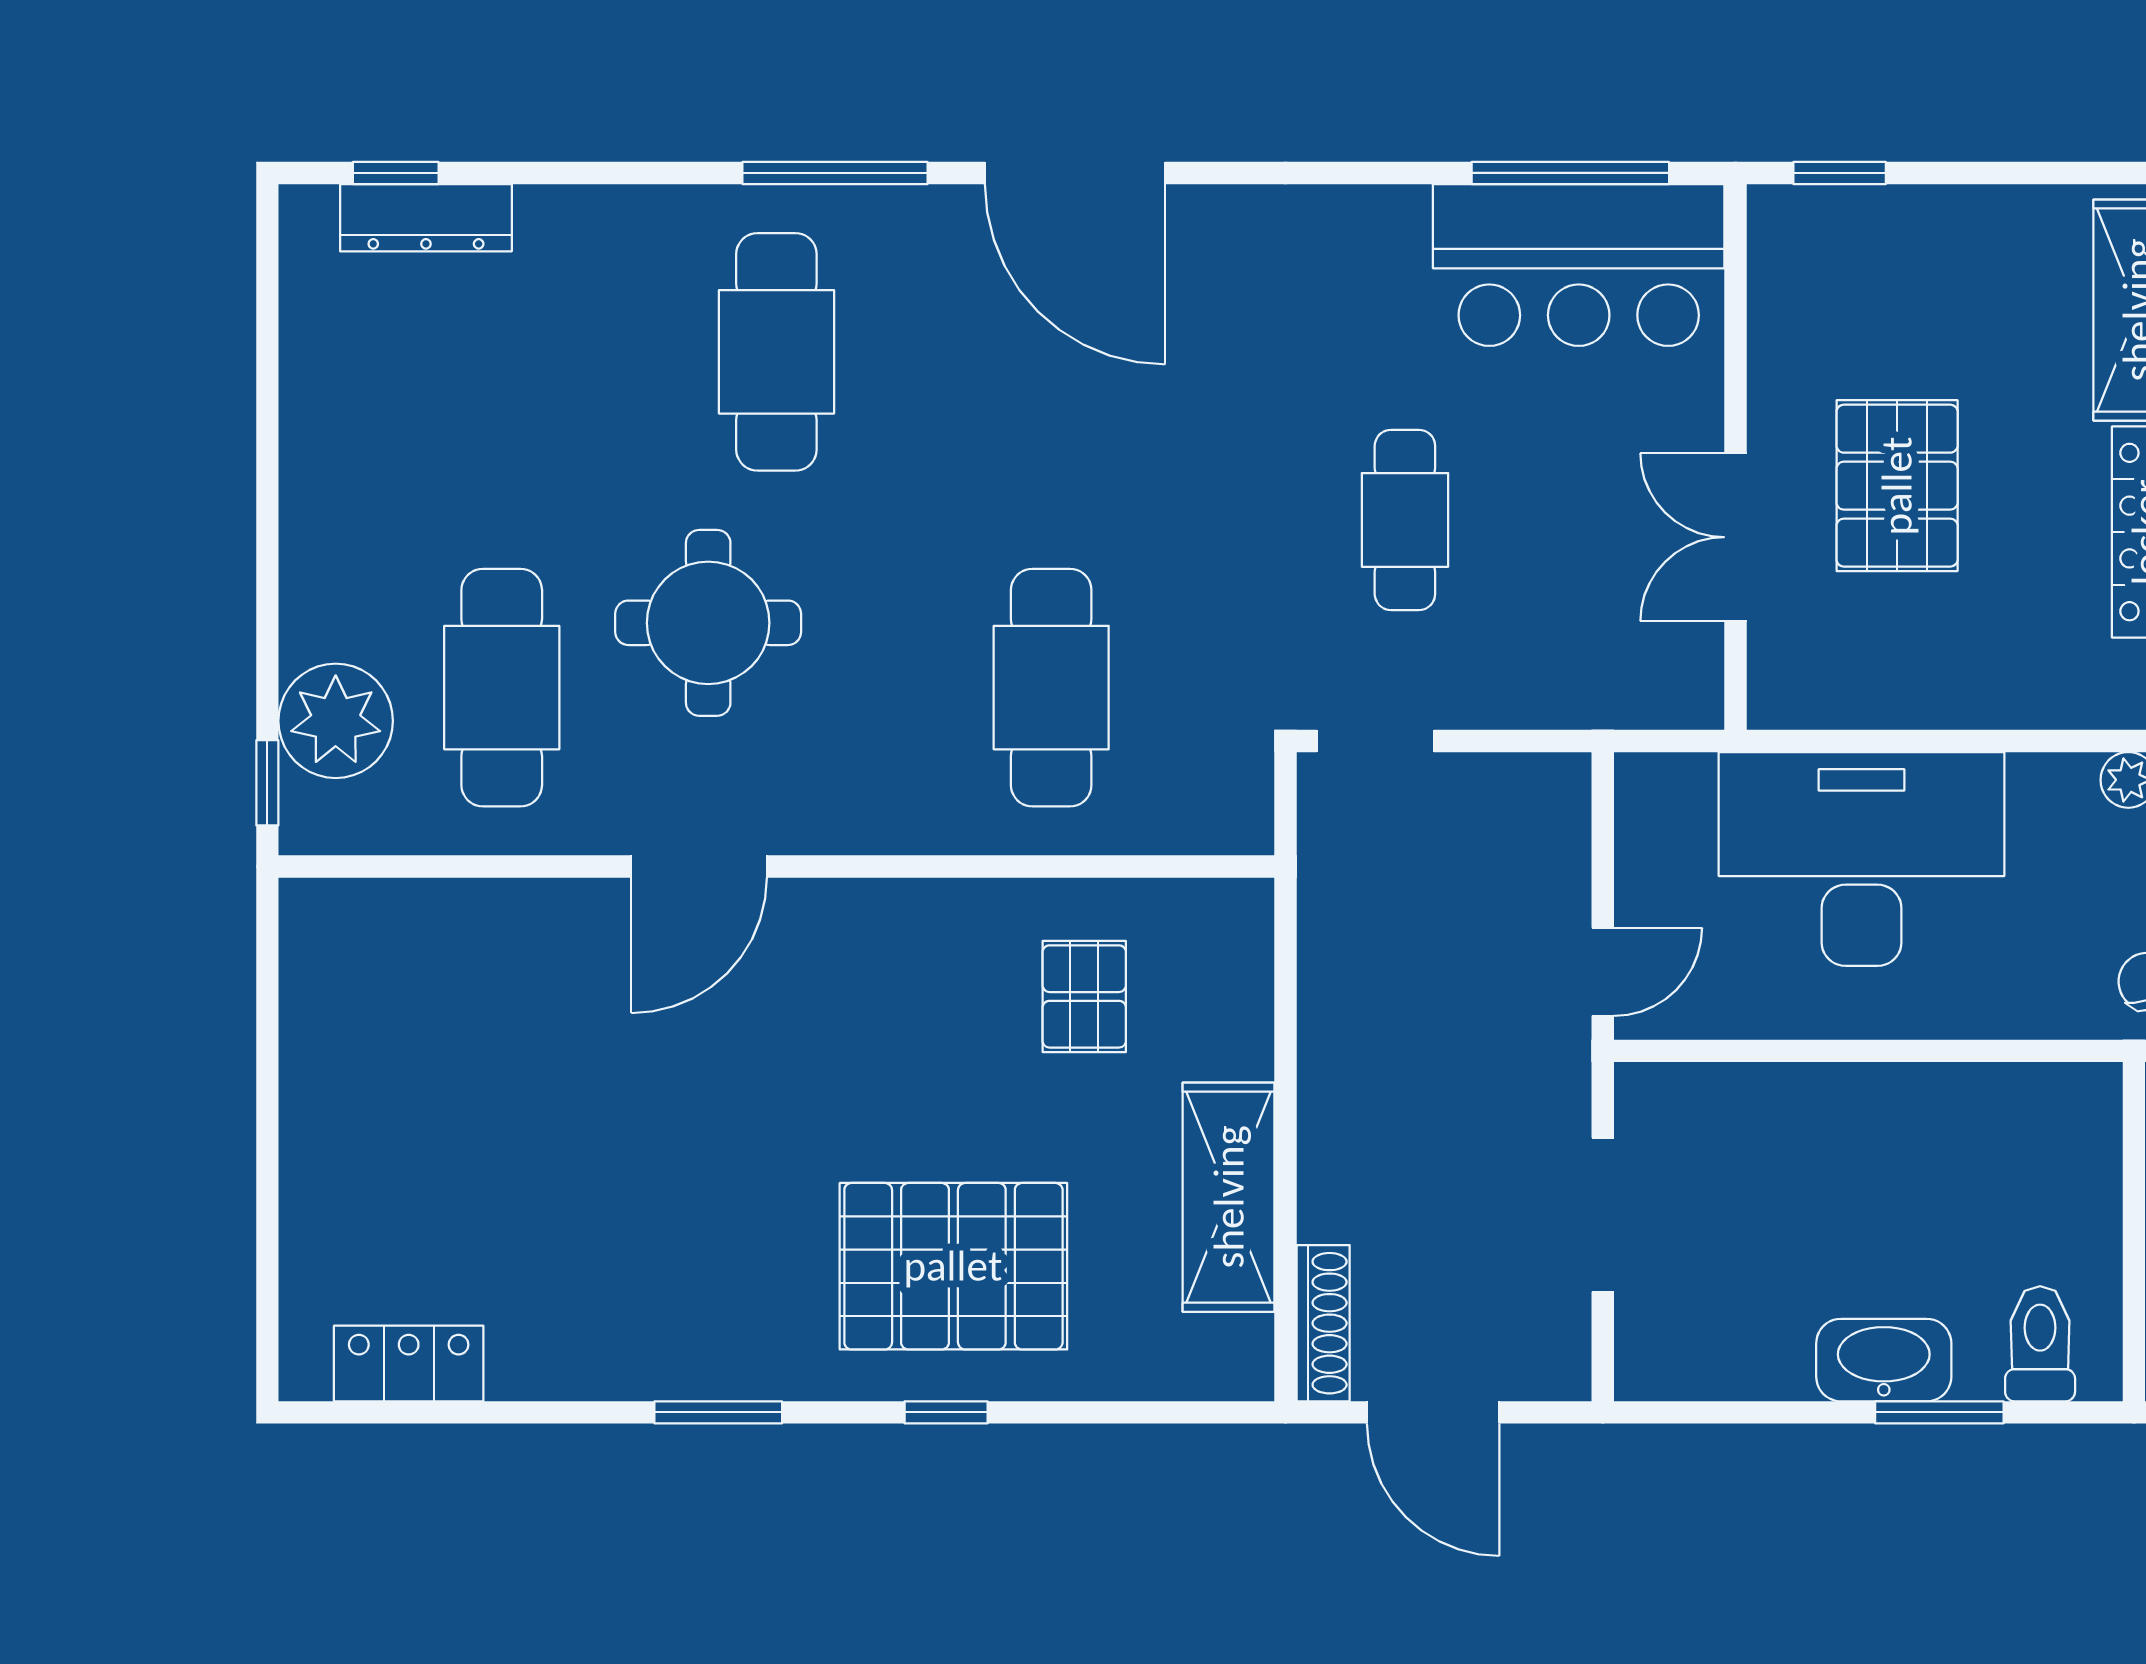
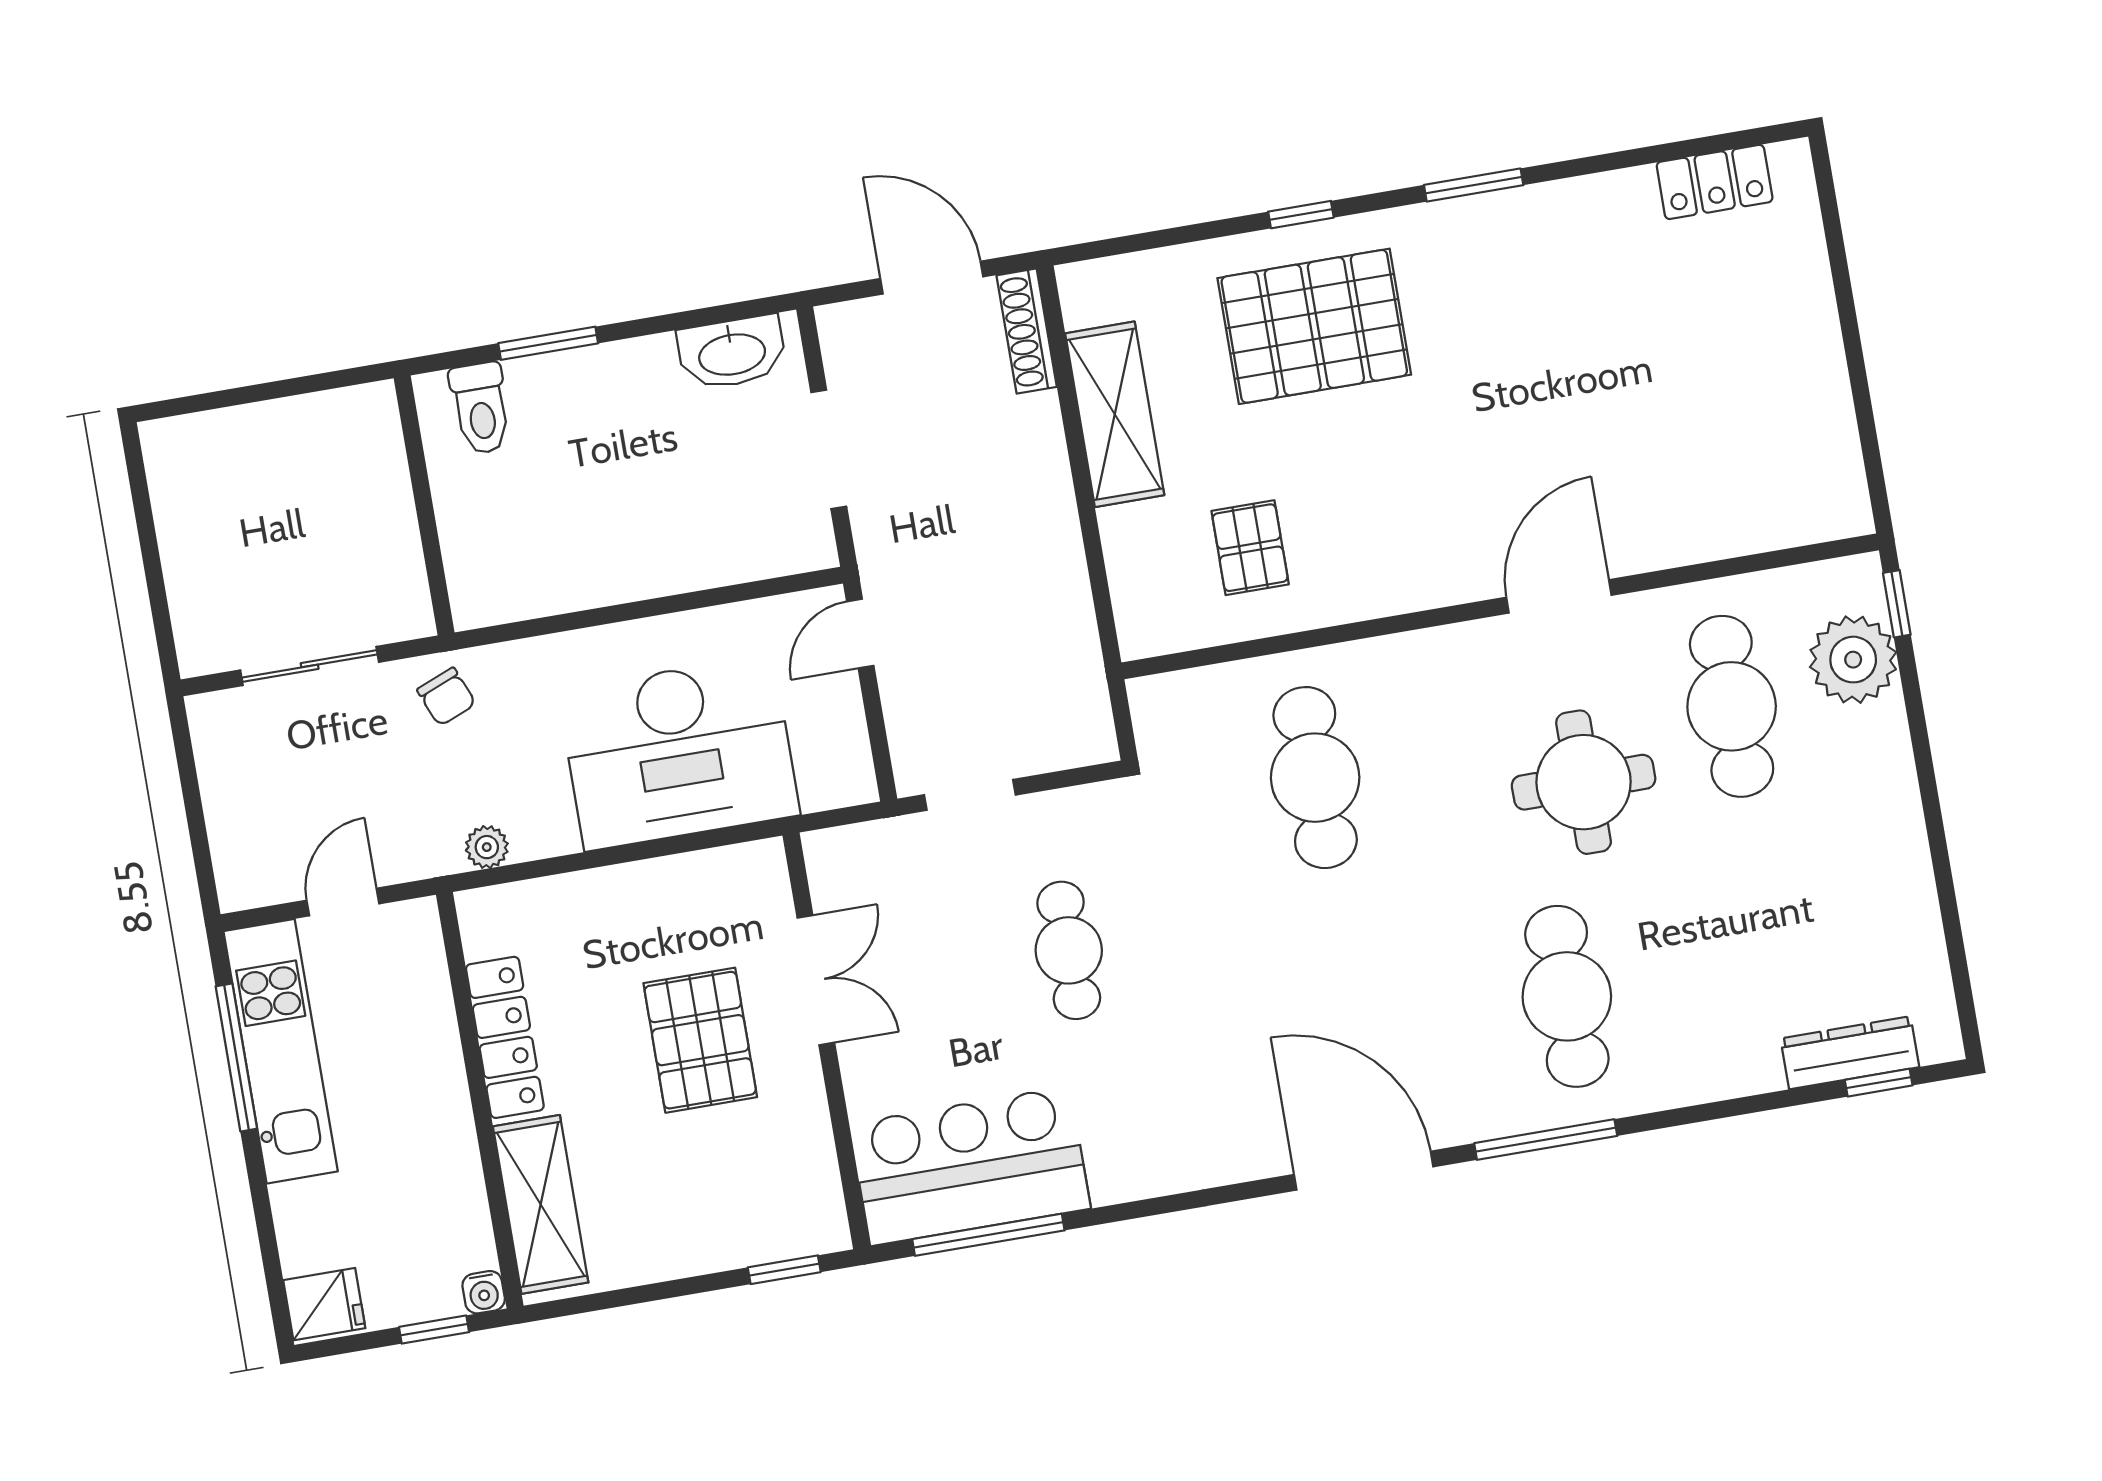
doorway: (1375, 741) -> (970, 795), moved
washbasin: (1884, 1360) -> (732, 353), moved

